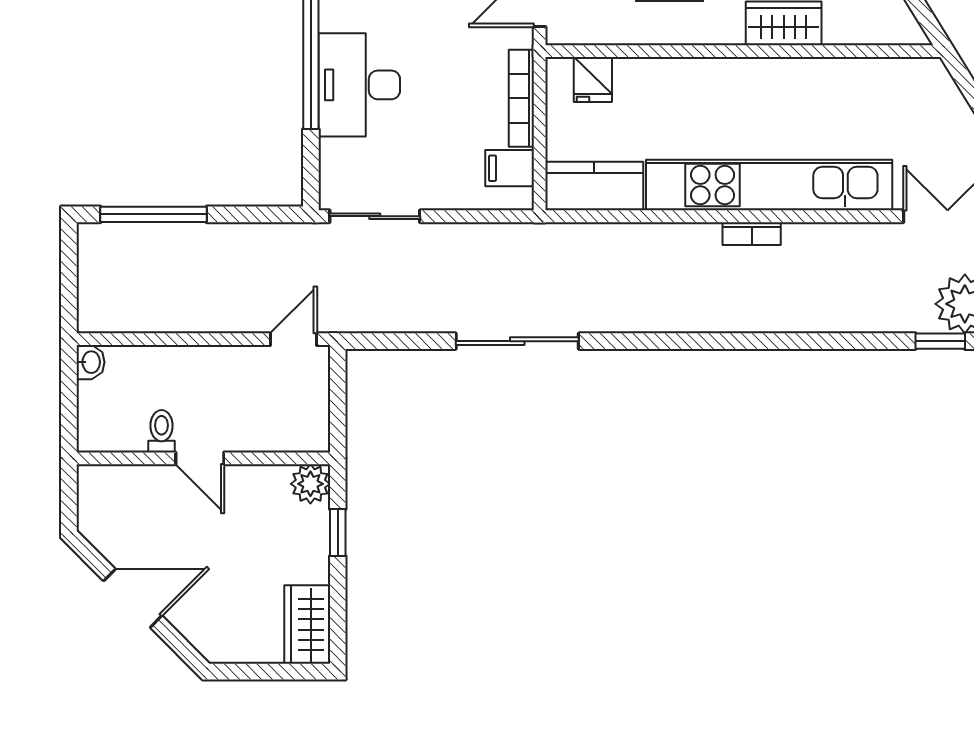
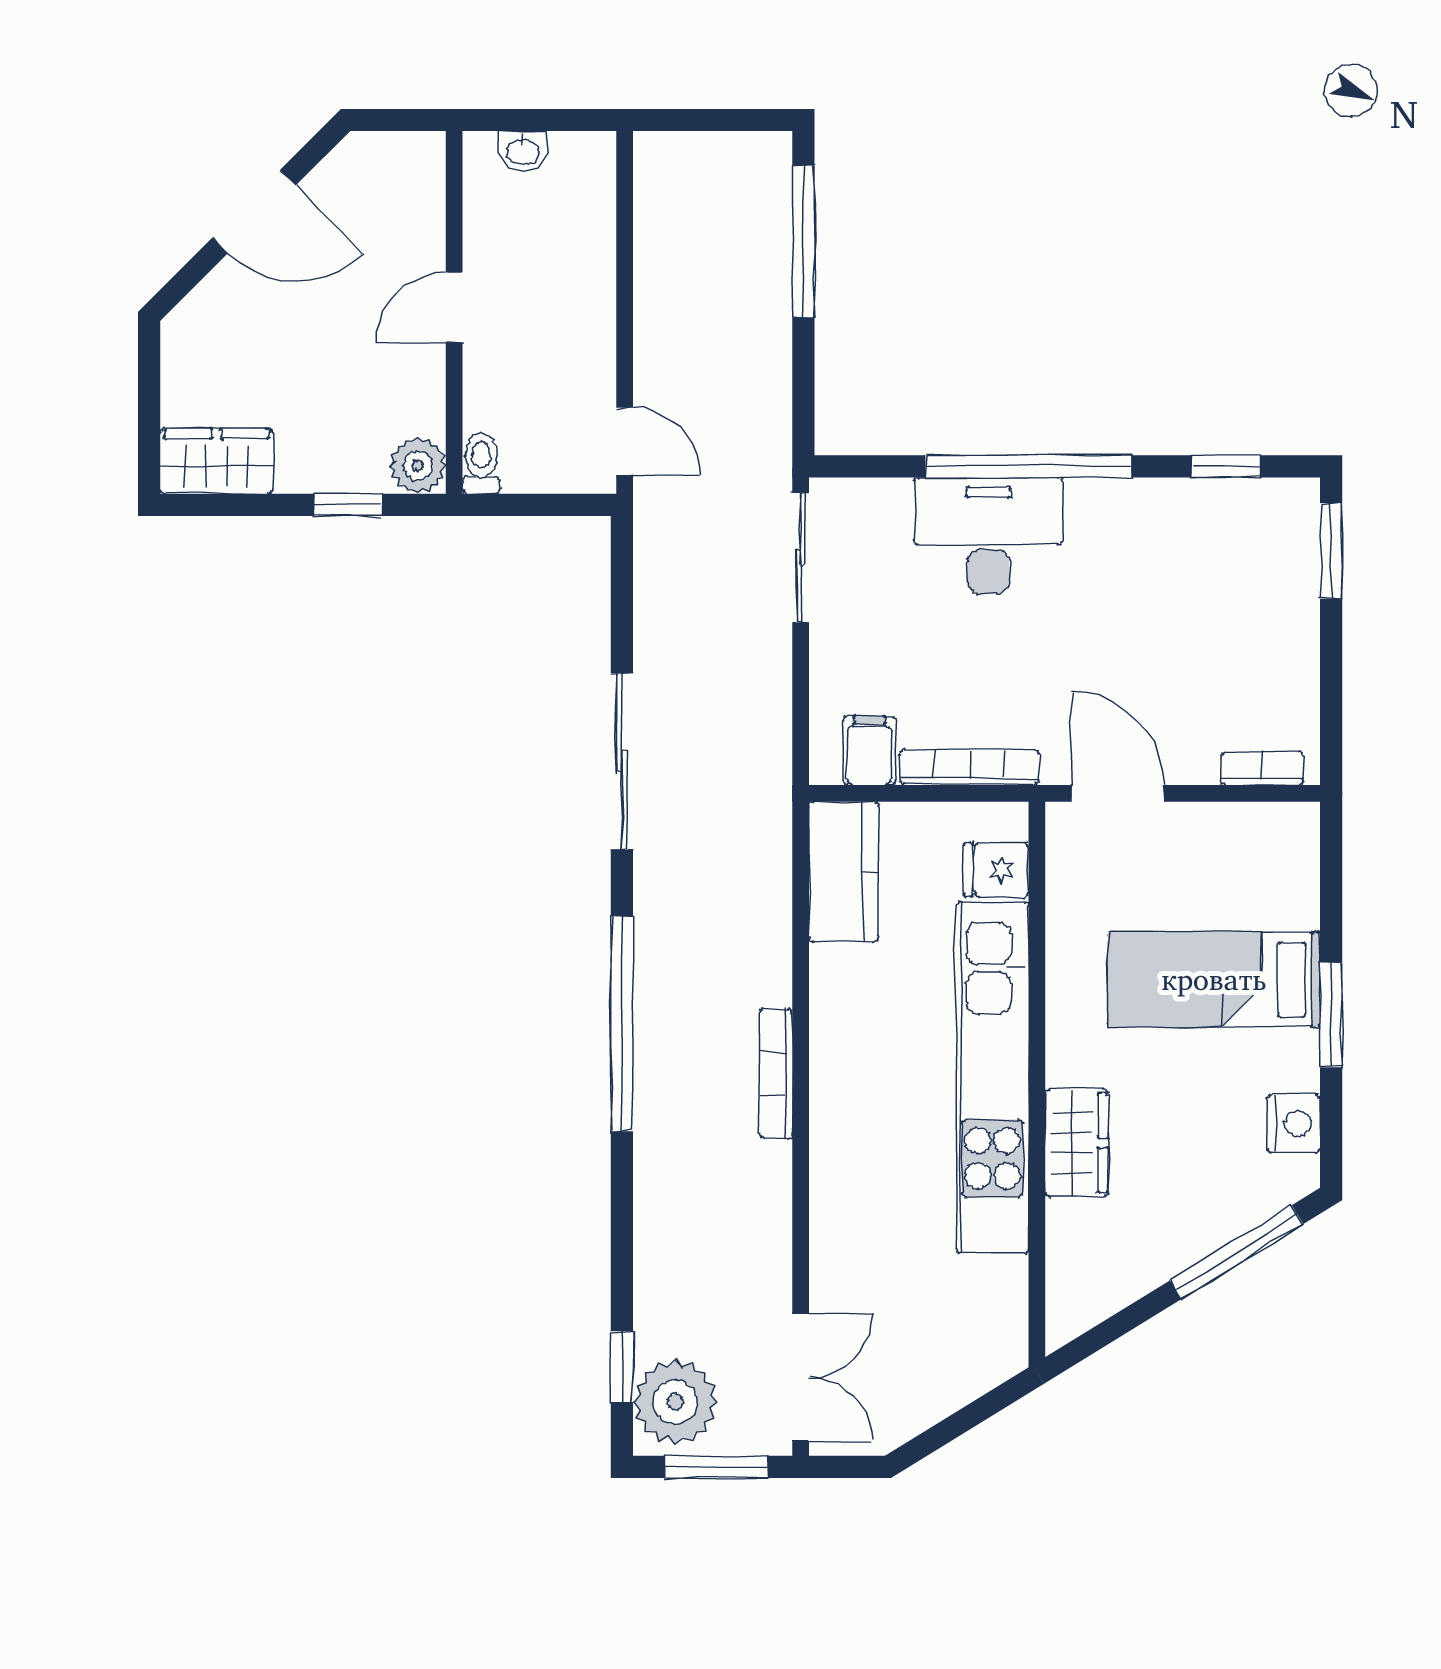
kitchen unit: (769, 185) -> (992, 1077), moved, turned 180
bookcase: (752, 234) -> (776, 1074), width x1.56
window: (700, 341) -> (622, 1024), added
washbasin: (90, 362) -> (523, 151), moved
toilet: (161, 431) -> (481, 463), moved, turned -90
door: (133, 598) -> (254, 212), hinge flipped

